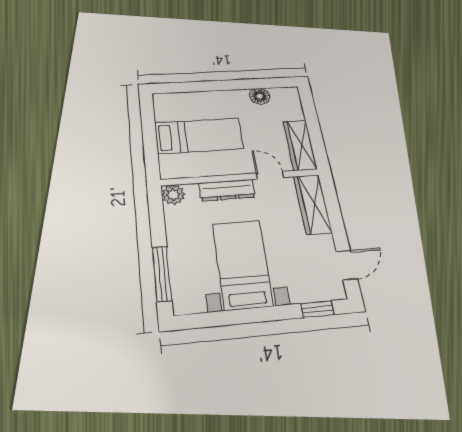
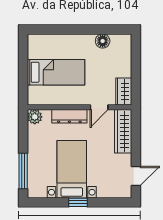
wardrobe: (300, 145) -> (124, 92), width x0.67
door: (270, 175) -> (99, 107), swing flipped
window: (317, 309) -> (78, 202), moved

